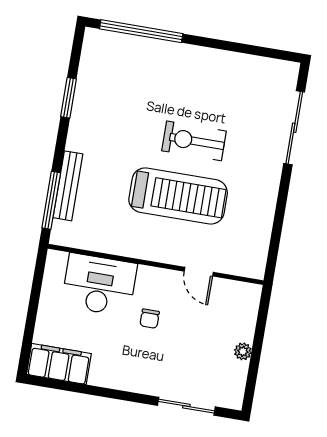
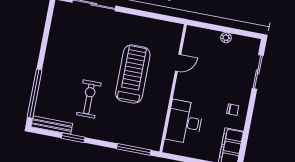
exercise bike: (194, 141) -> (89, 99), moved, turned 180
bench: (68, 186) -> (52, 125), moved
chair: (150, 319) -> (233, 110), moved

